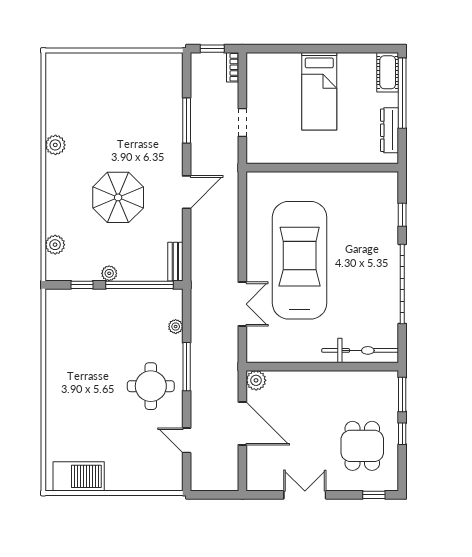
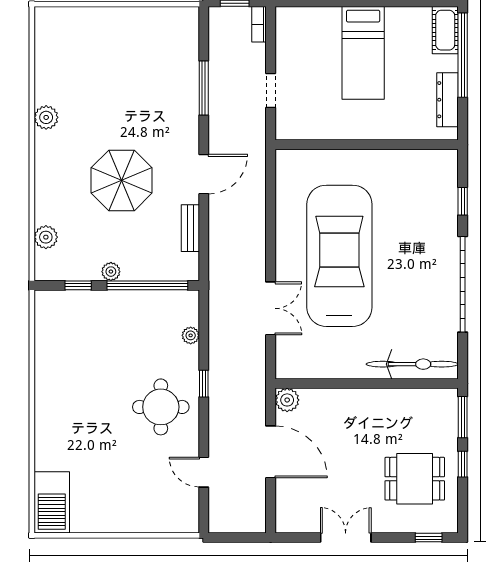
bench: (175, 262) -> (190, 228), moved
window: (187, 367) -> (204, 384), width x0.46
dining table: (362, 446) -> (415, 479), turned 90
barbecue: (79, 476) -> (52, 502), moved, turned 90

